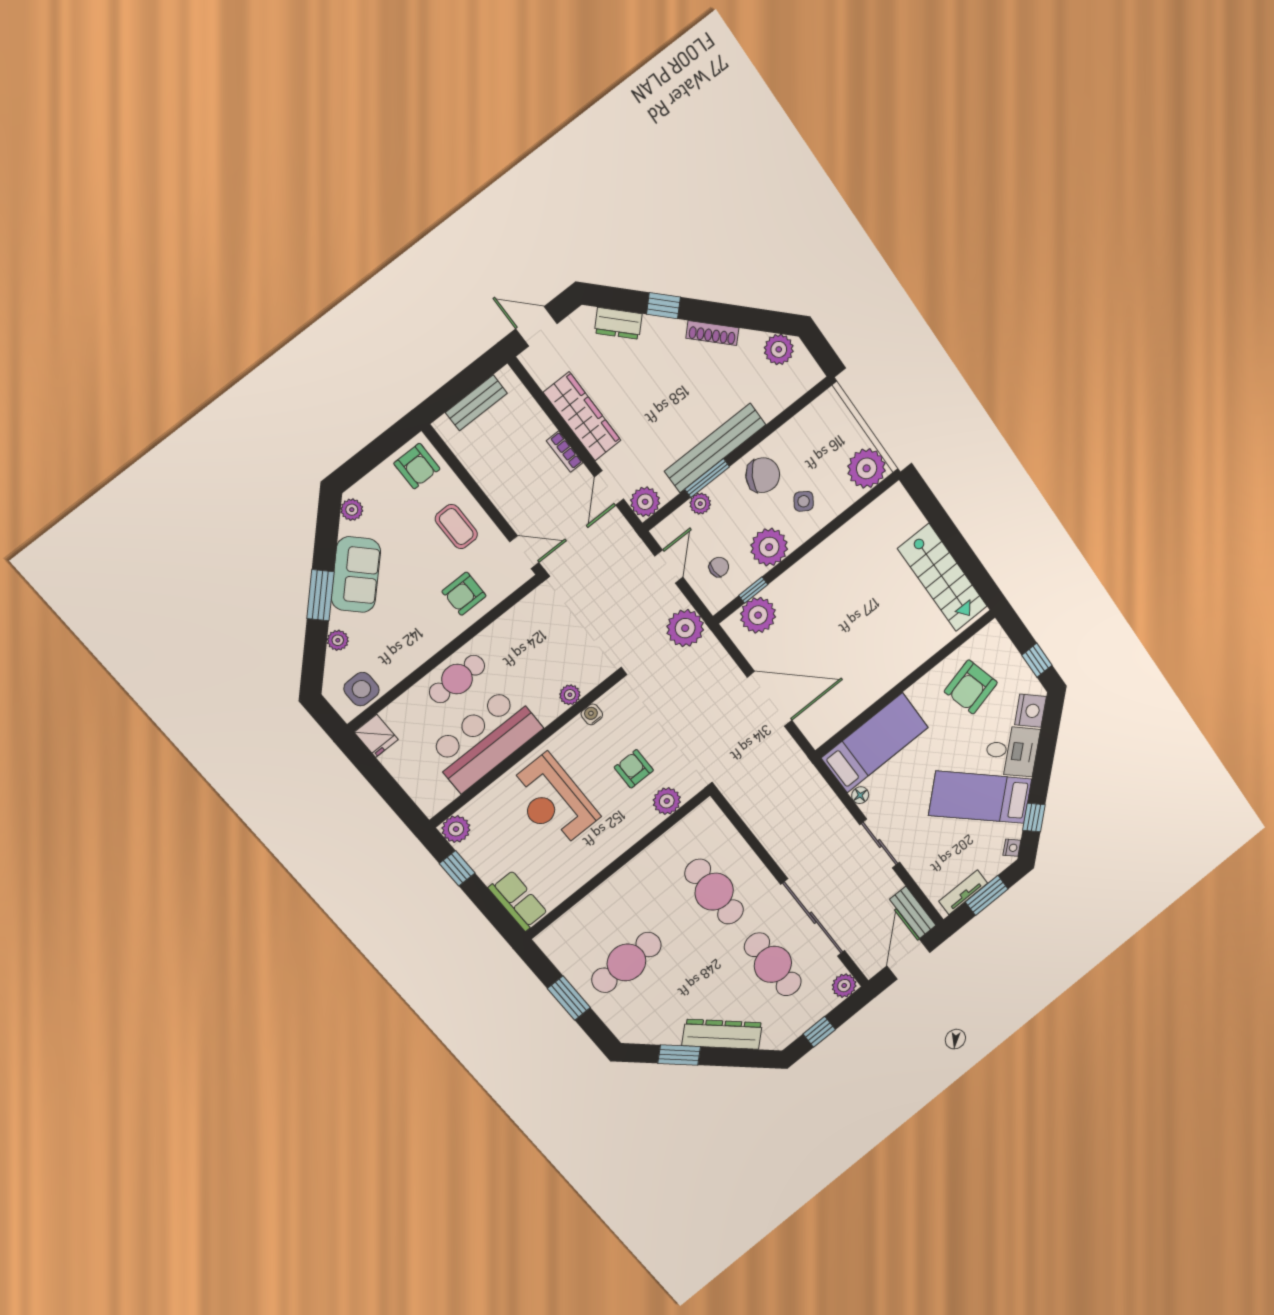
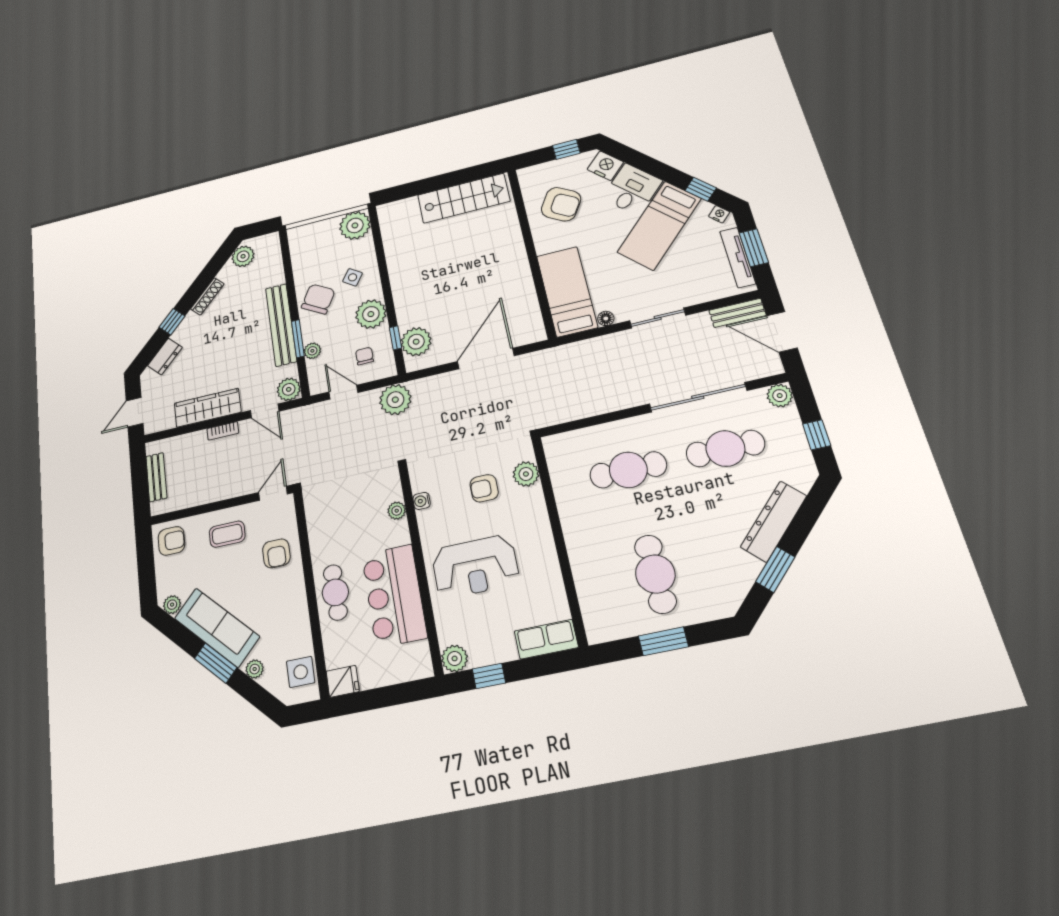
sofa: (356, 575) -> (217, 627), width x1.36
armchair: (971, 687) -> (561, 204), turned -44
tv unit: (963, 892) -> (738, 257), width x1.41

